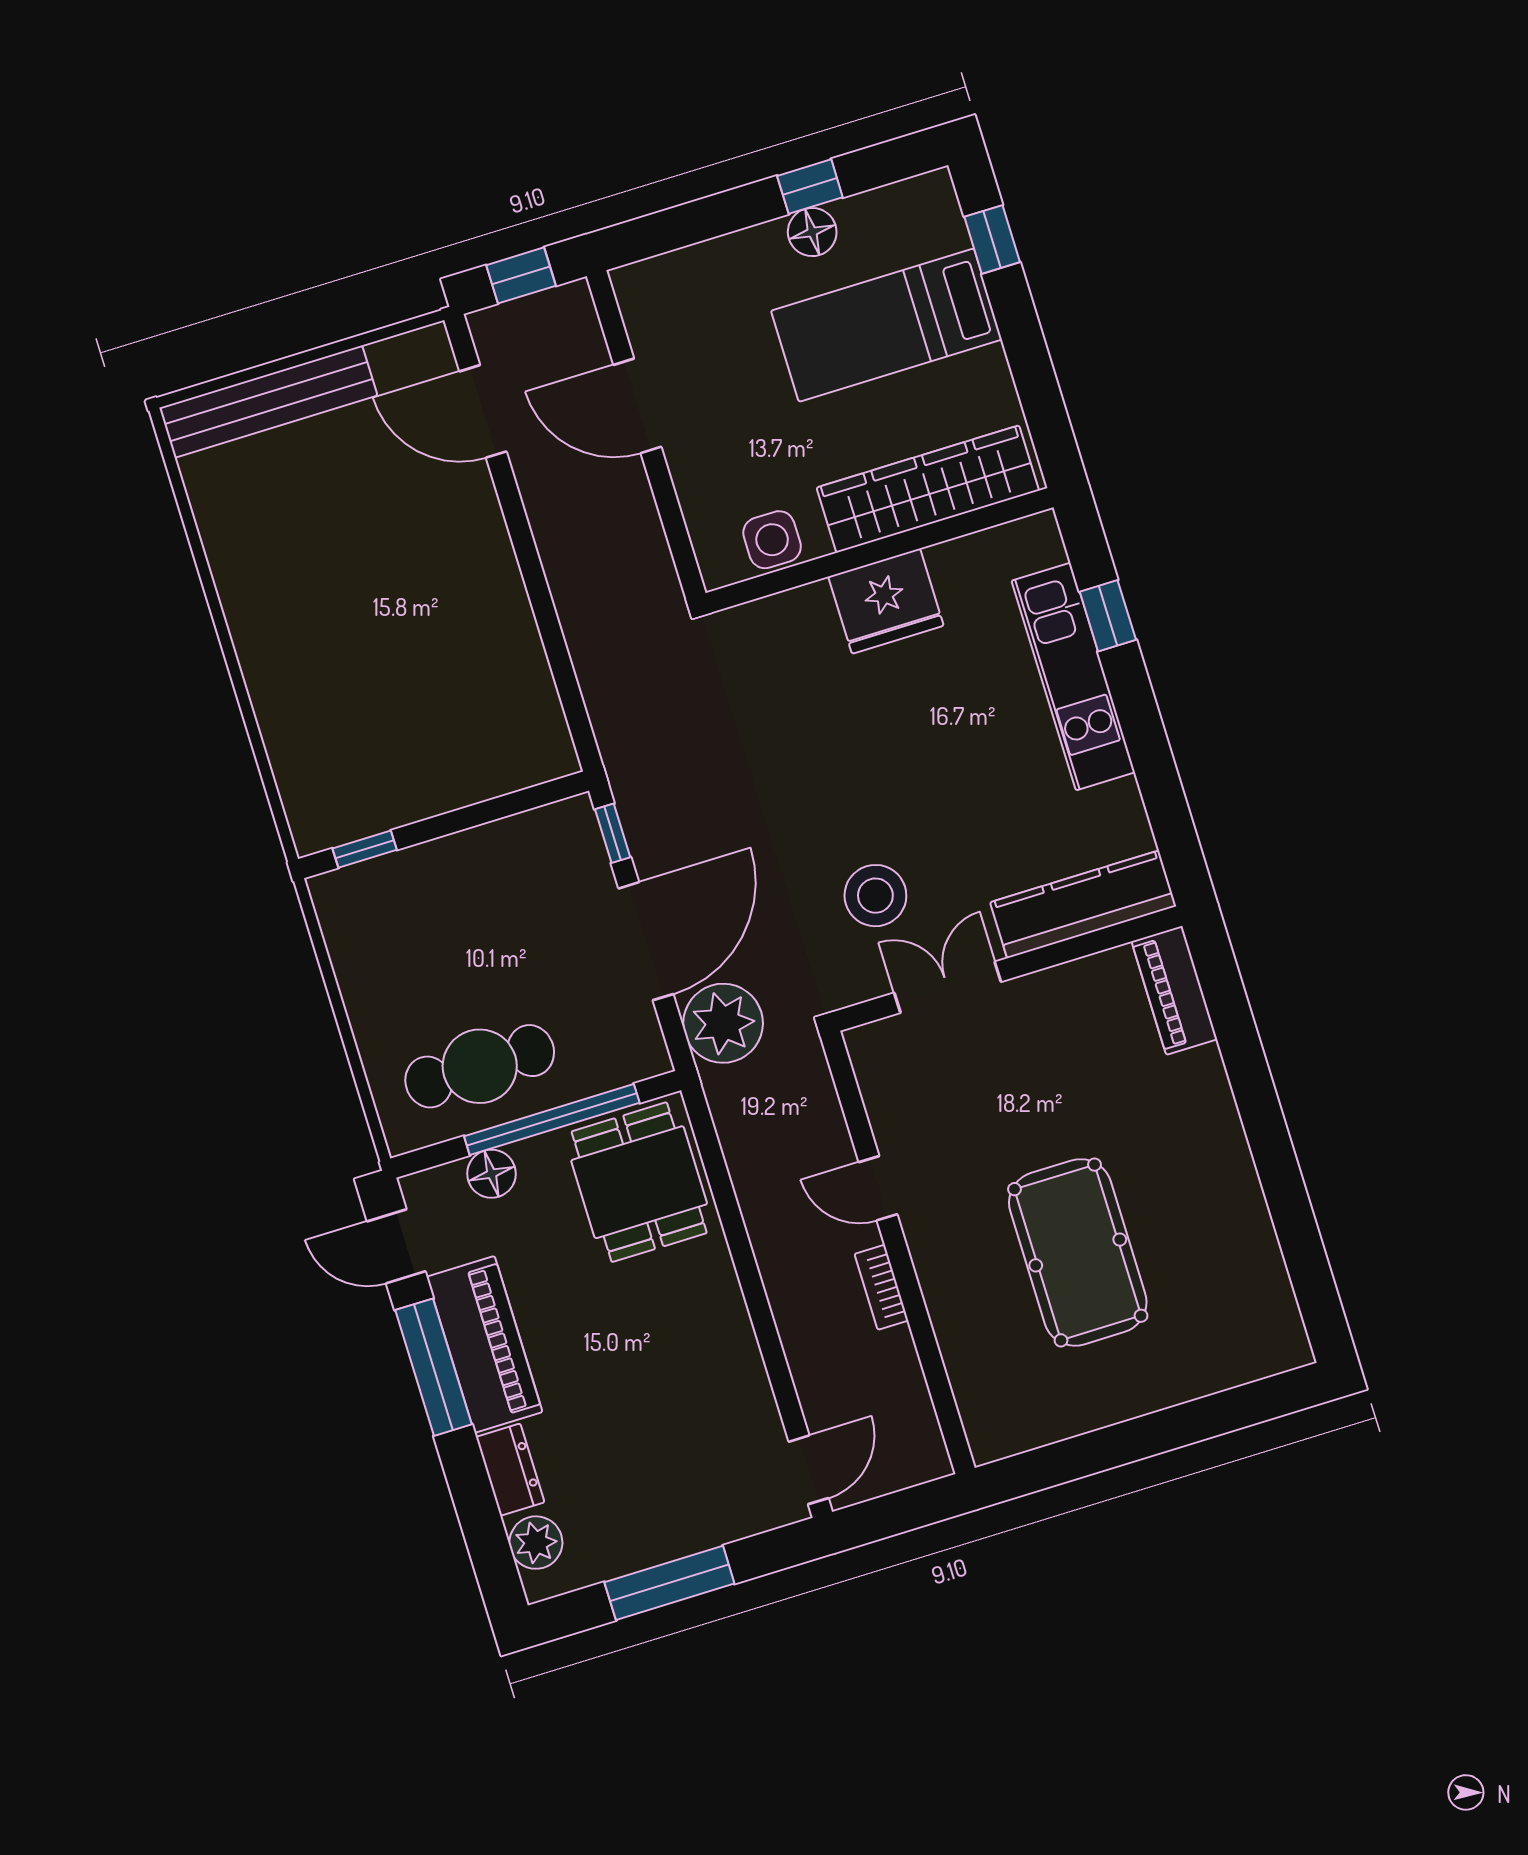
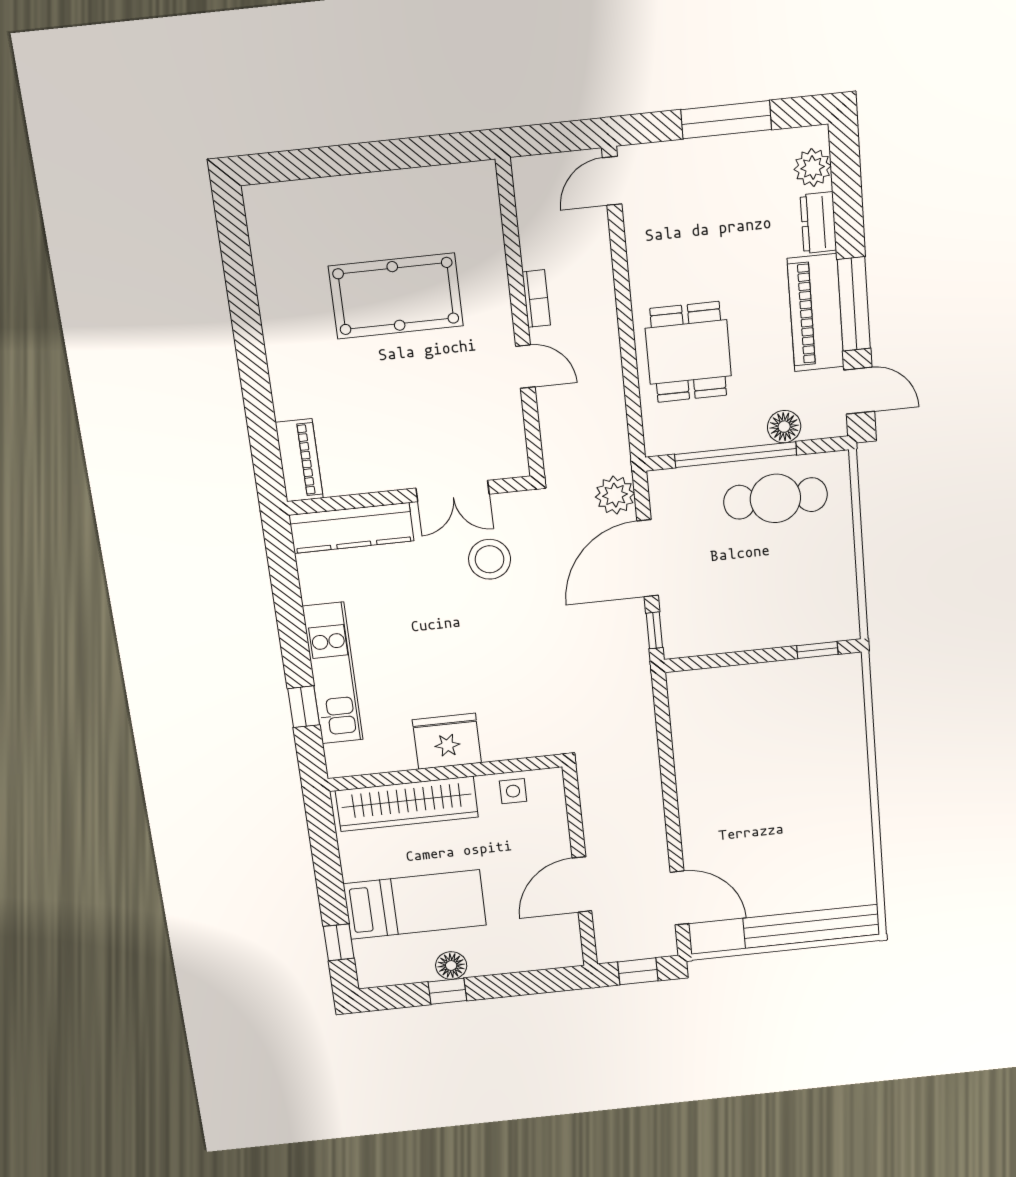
door: (637, 406) -> (582, 885), swing flipped
side table: (772, 540) -> (513, 791), width x0.73, depth x0.73
plant: (723, 1023) -> (615, 495), width x0.73, depth x0.73
dining table: (639, 1182) -> (688, 352), moved
pool table: (1078, 1252) -> (396, 296), turned 90

